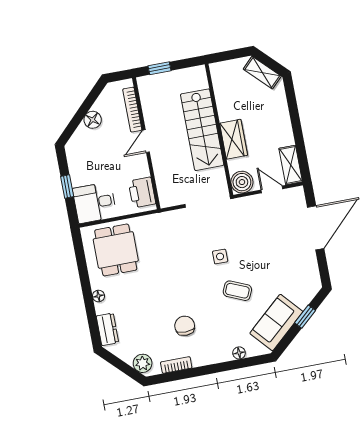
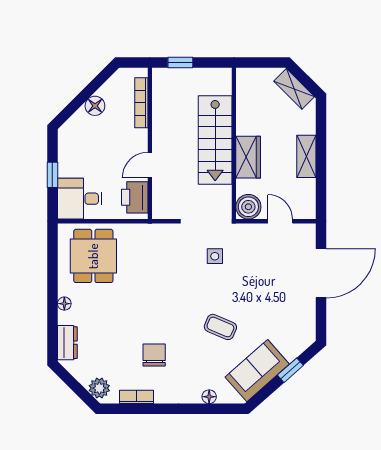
door: (146, 141) -> (150, 165), moved
shelving: (291, 165) -> (306, 156), moved
side table: (220, 257) -> (215, 256), moved

